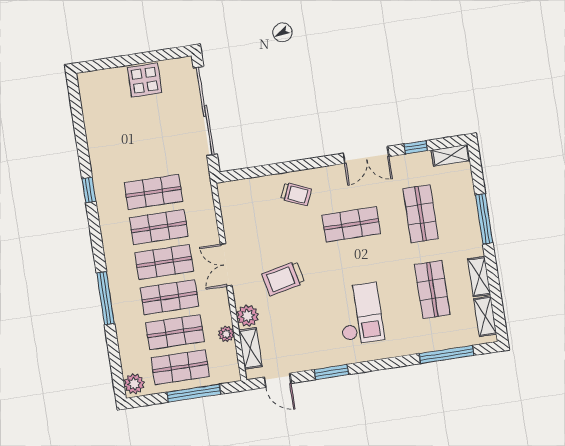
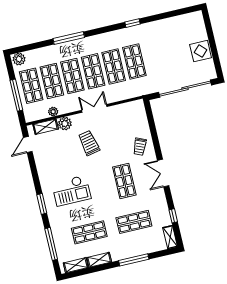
double door: (366, 155) -> (163, 173), moved
window: (331, 372) -> (42, 204), moved

